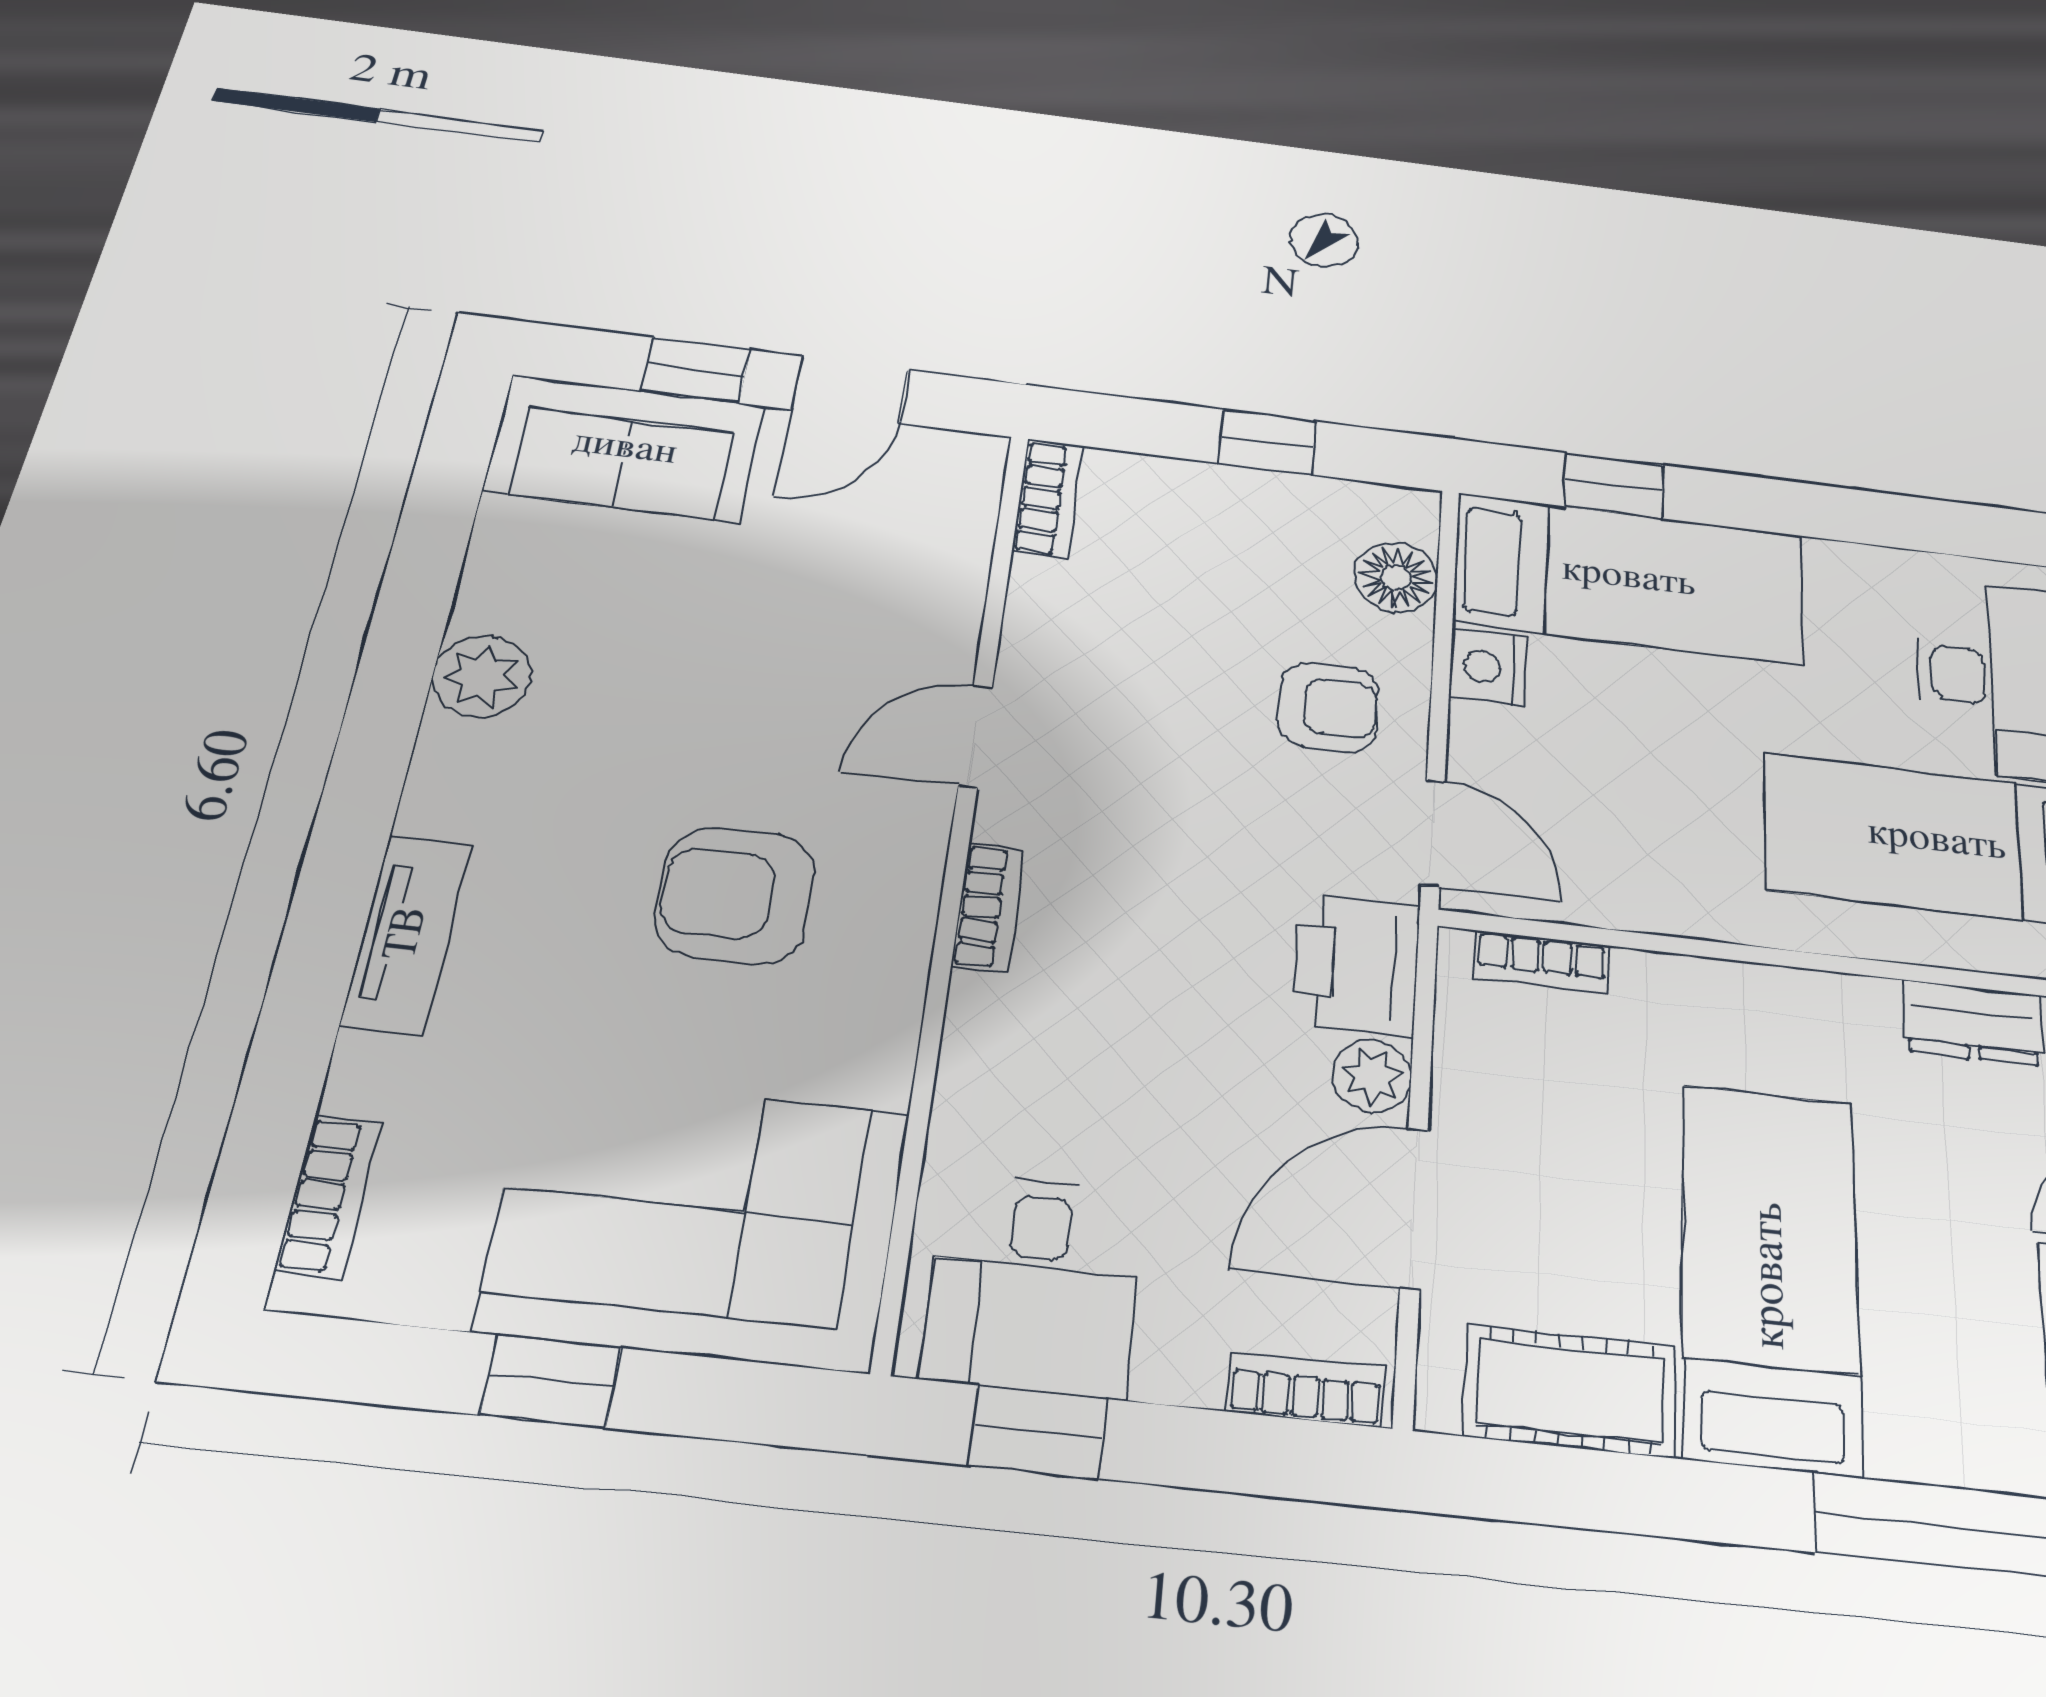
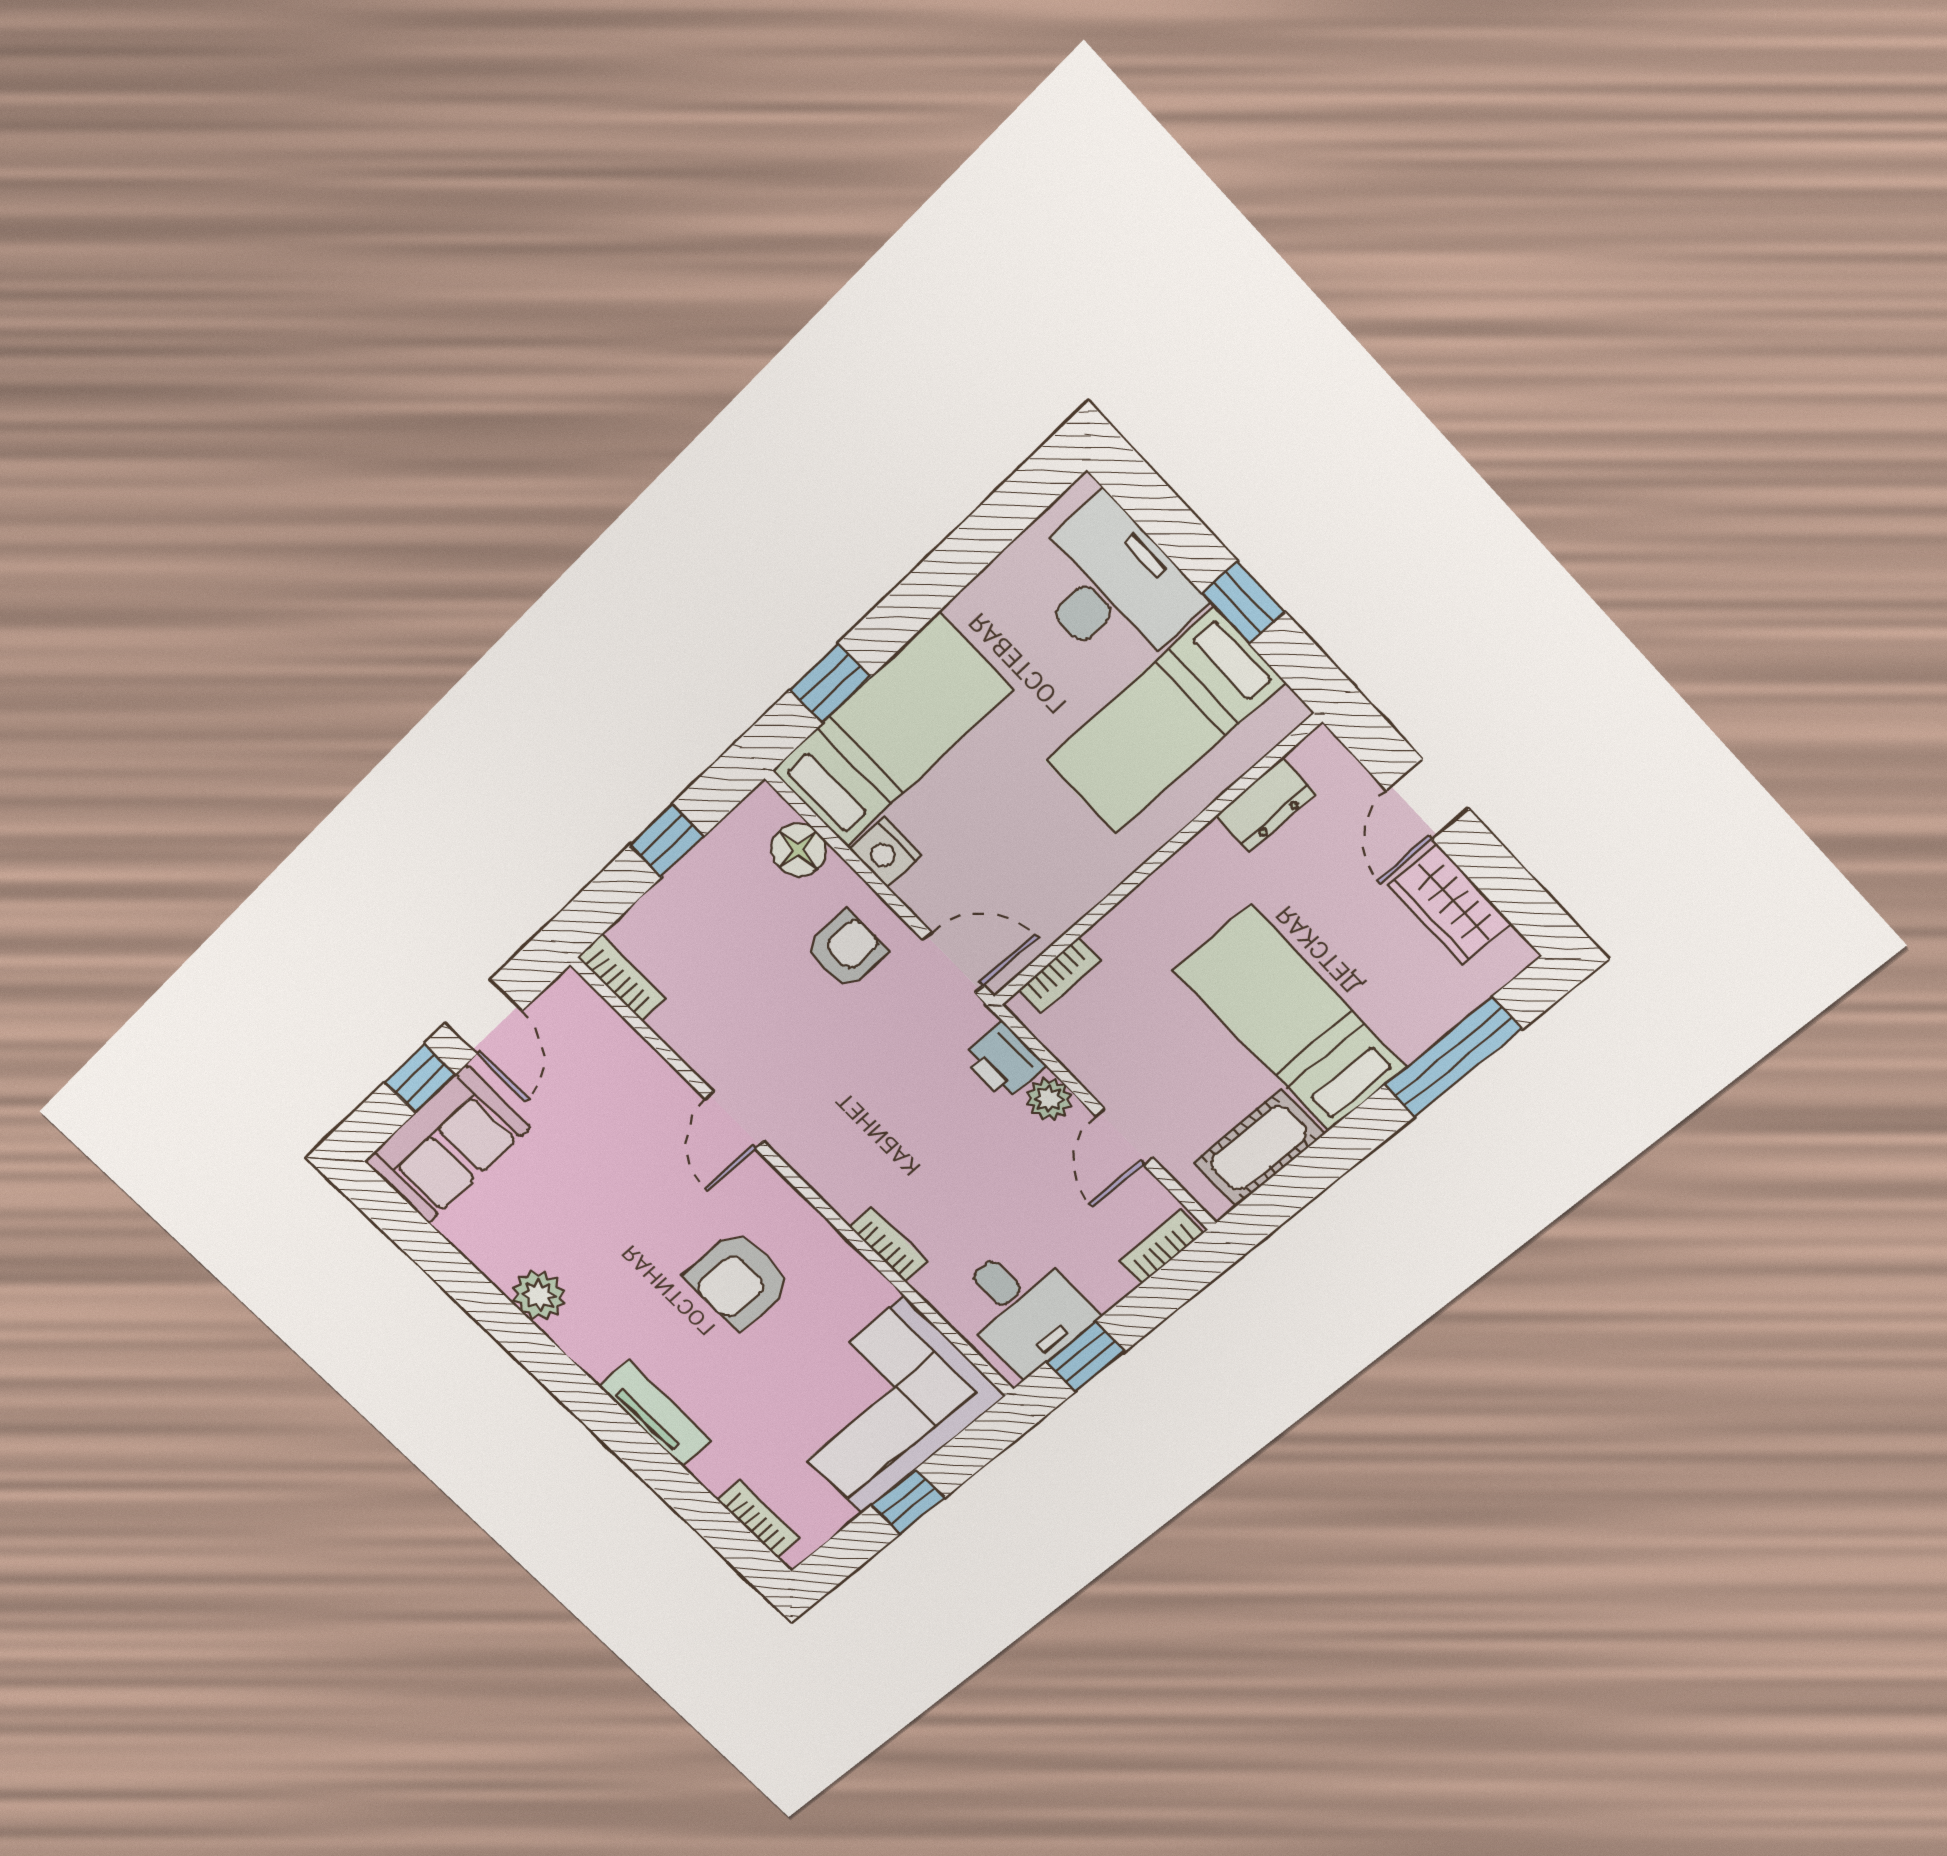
bookcase: (988, 907) -> (888, 1245), moved
printer: (1357, 965) -> (1003, 1061), width x0.73, depth x0.81
door: (1414, 1208) -> (1124, 1137), width x0.73

